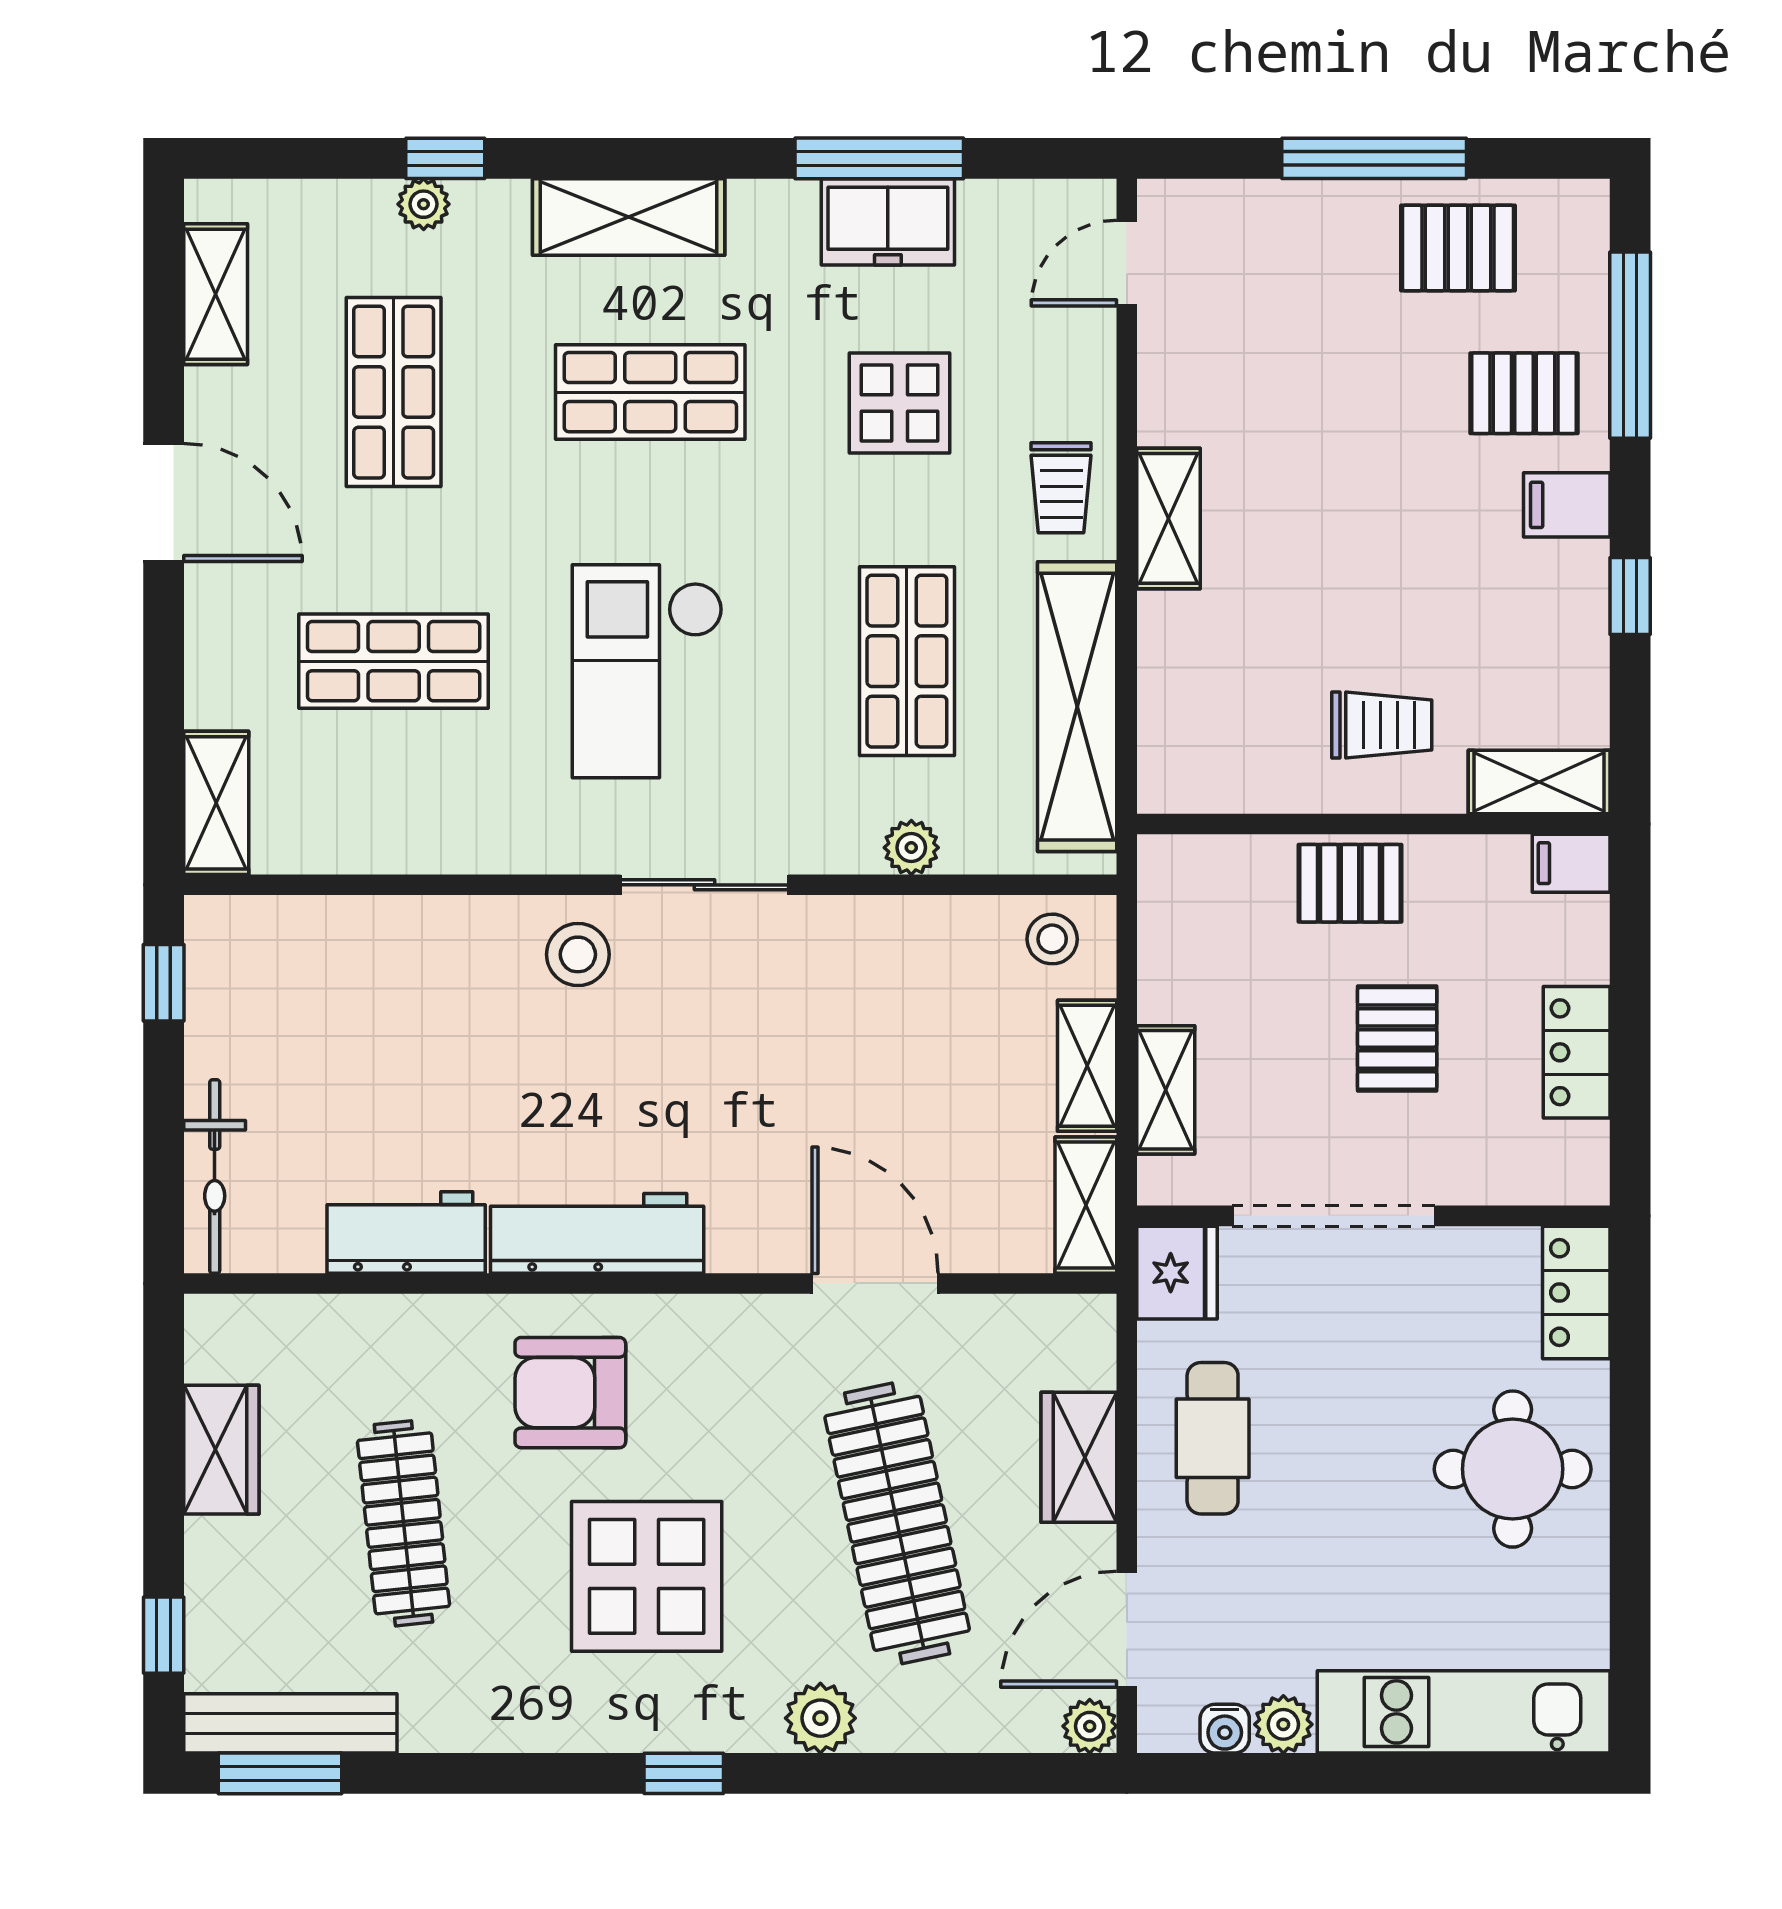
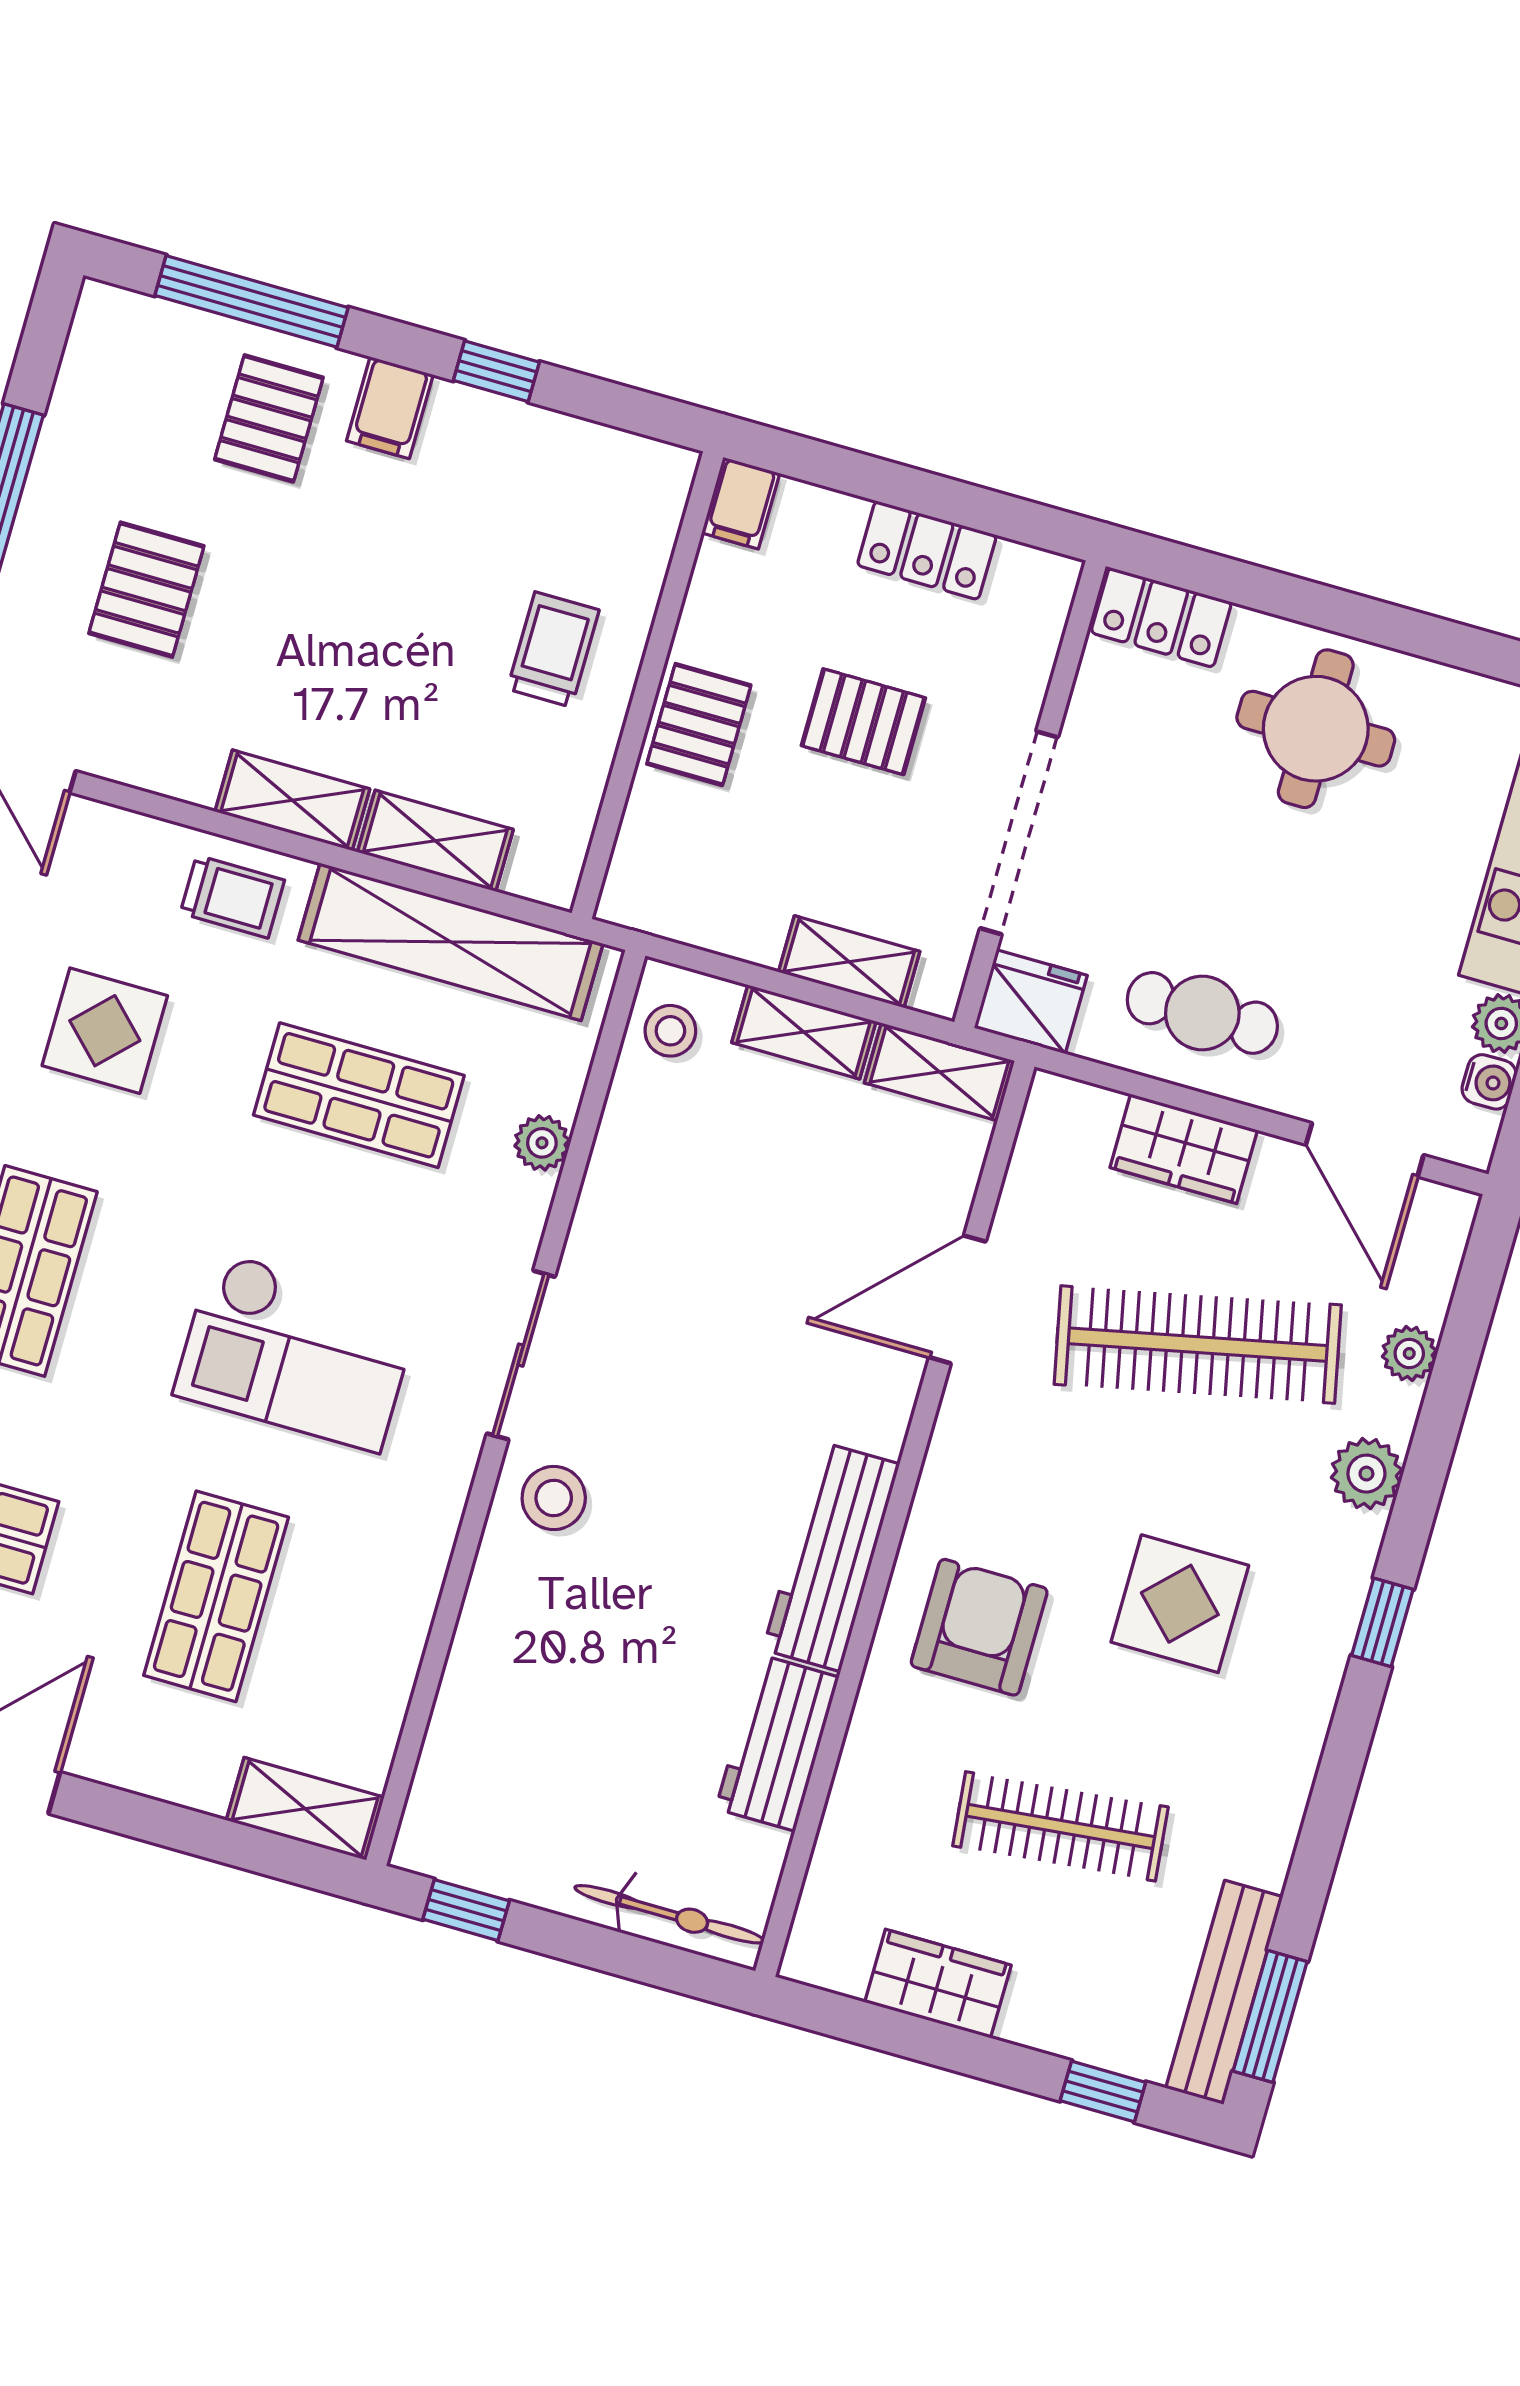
pallet: (1458, 248) -> (146, 590), moved
shelving: (1539, 782) -> (435, 841), moved, turned 90
armchair: (570, 1393) -> (979, 1627), turned 180
display table: (647, 1576) -> (1180, 1604), width x0.73, depth x0.73
plant: (1090, 1726) -> (1409, 1353), moved

